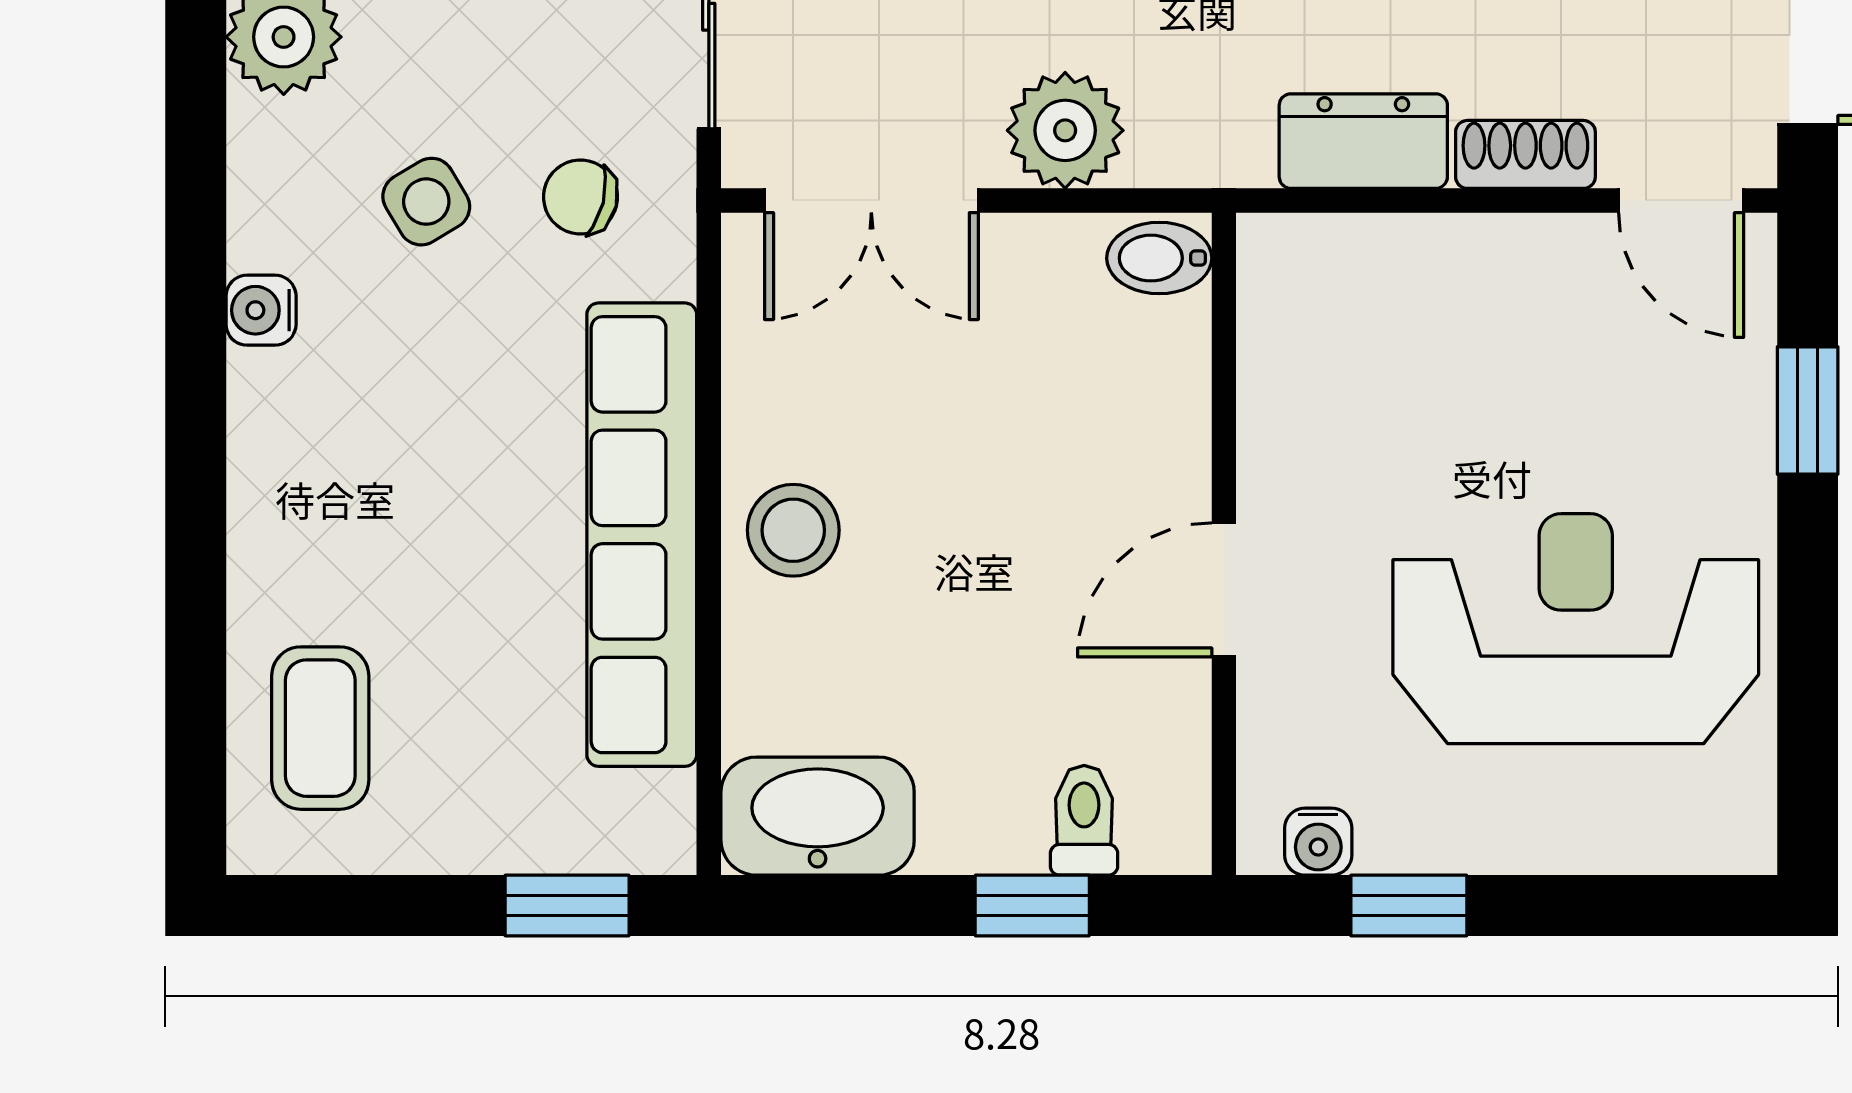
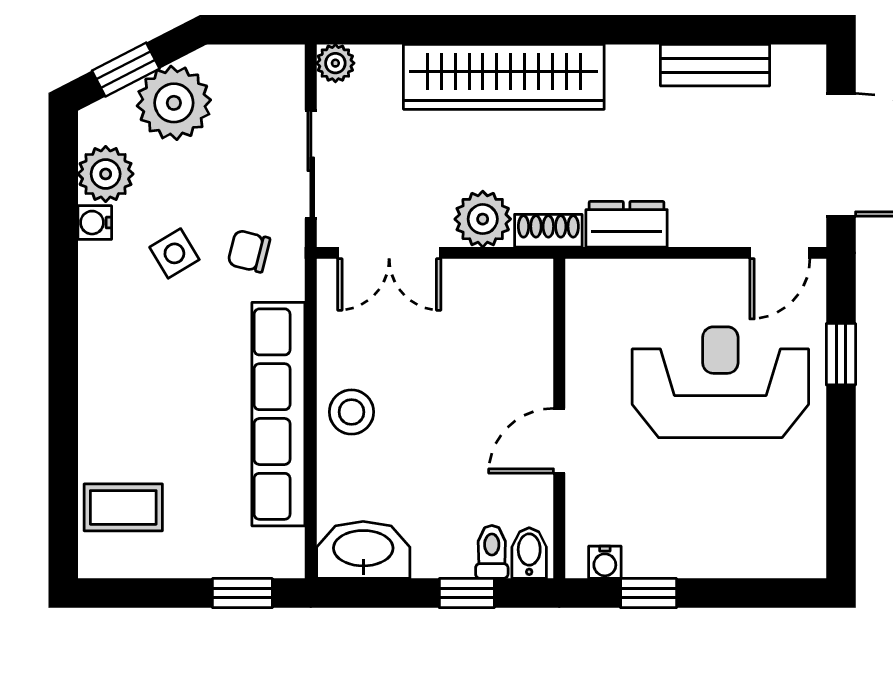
shoe rack: (1525, 154) -> (548, 231), moved
door: (1681, 201) -> (780, 253), hinge flipped
bidet: (1159, 258) -> (529, 553), moved, turned 90
water cooler: (261, 310) -> (95, 223), moved
reception desk: (1576, 629) -> (720, 382), moved
coffee table: (320, 728) -> (123, 507), turned 90

